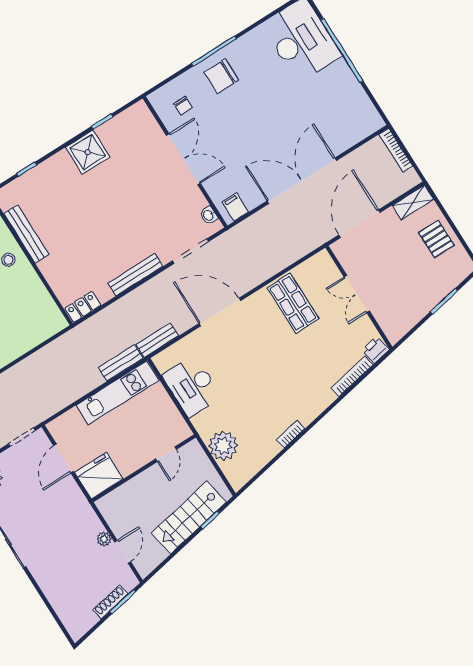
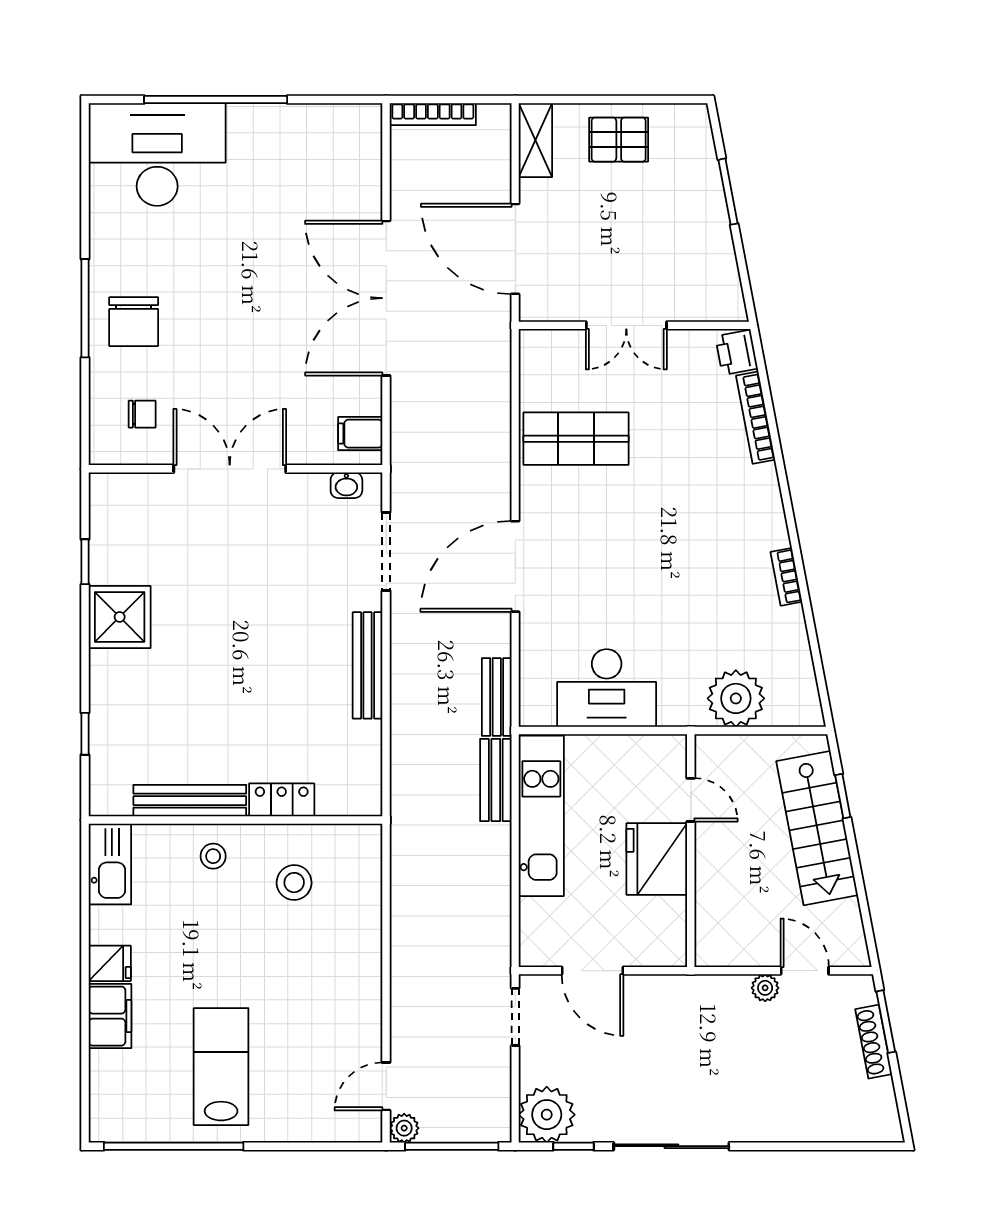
stool: (19, 303) -> (294, 883), added
locker: (83, 307) -> (282, 800), moved, turned 90
fridge: (99, 476) -> (657, 859), moved

